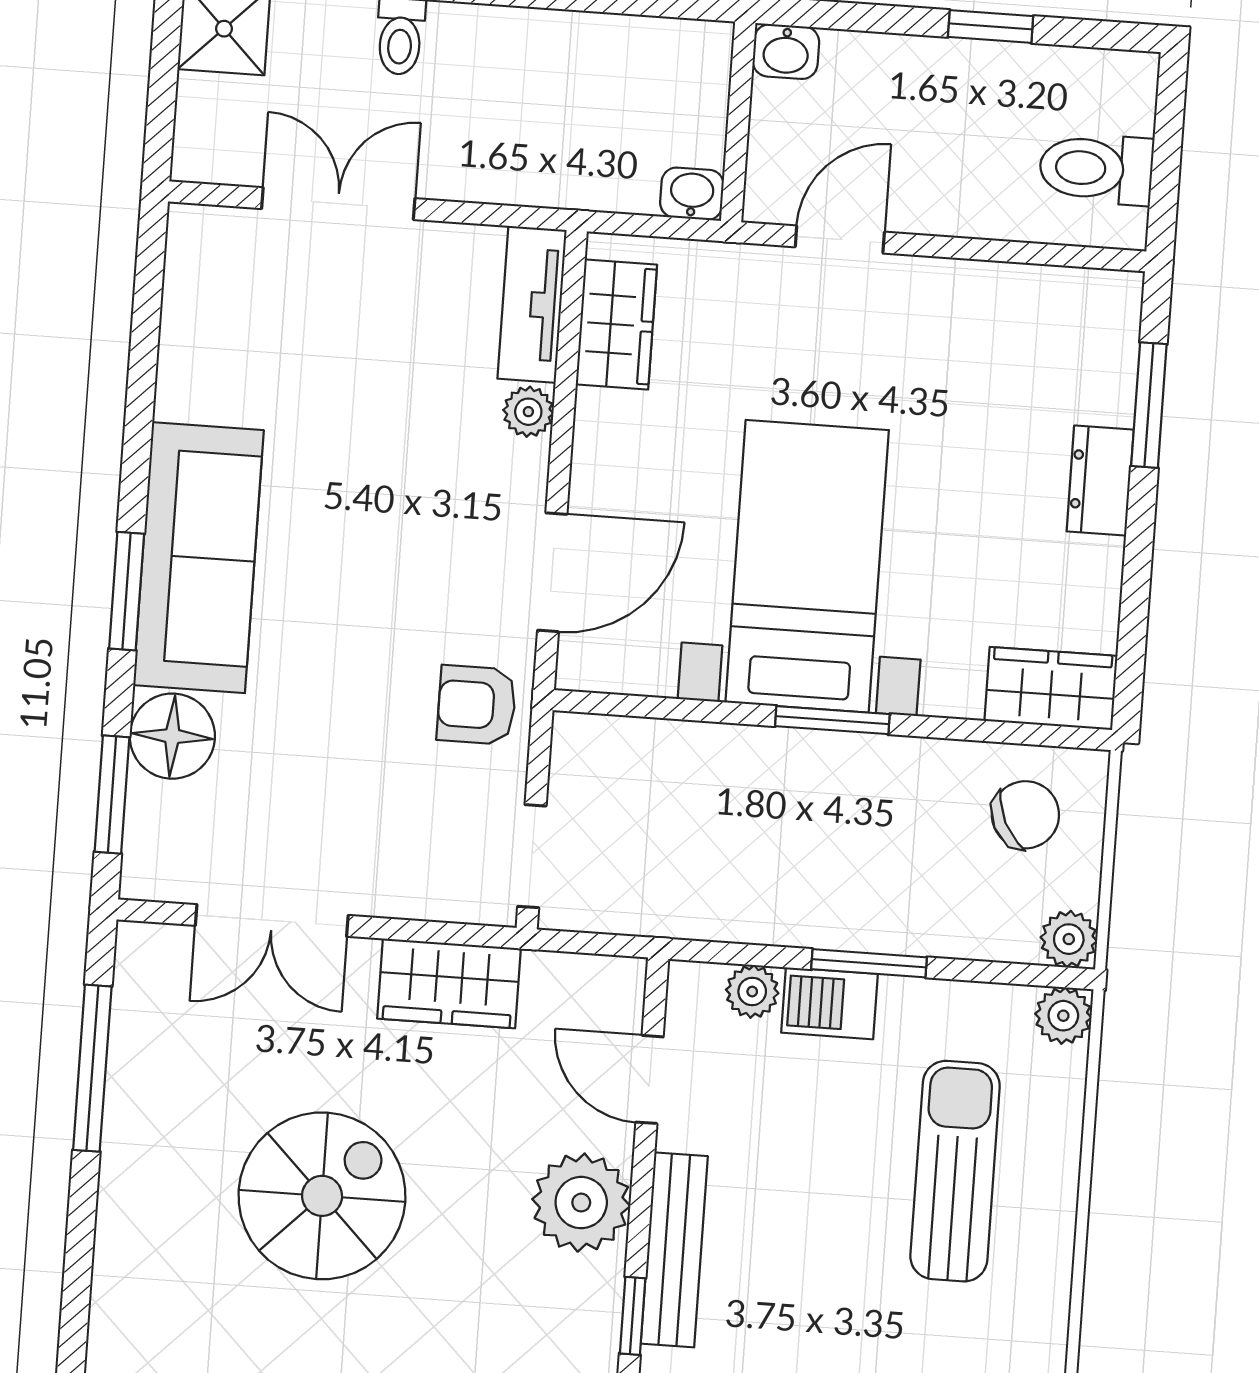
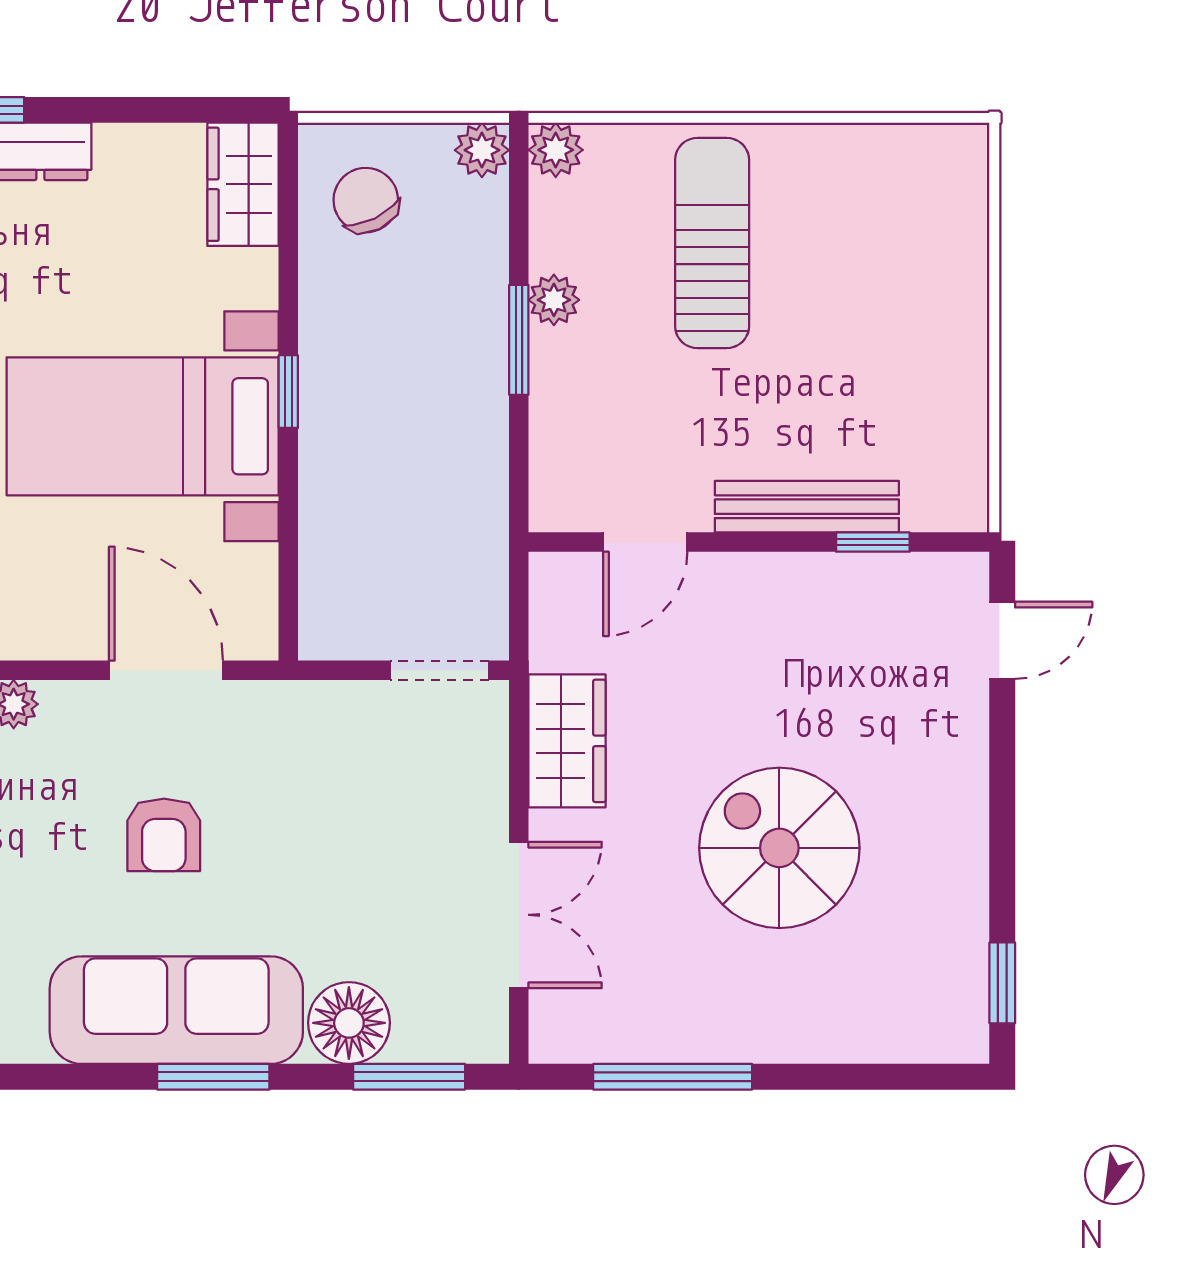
armchair: (477, 705) -> (164, 835), moved
window: (832, 720) -> (288, 392), width x0.67
plant: (752, 992) -> (554, 300), moved
barbecue: (830, 1003) -> (560, 375), removed
sun lounger: (955, 1171) -> (712, 243), turned 90
plant: (581, 1203) -> (768, 599), removed

